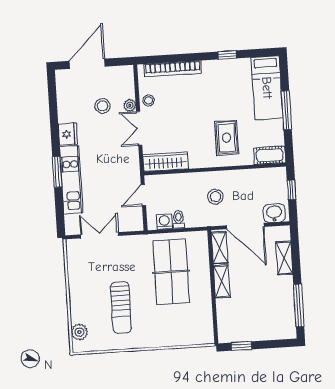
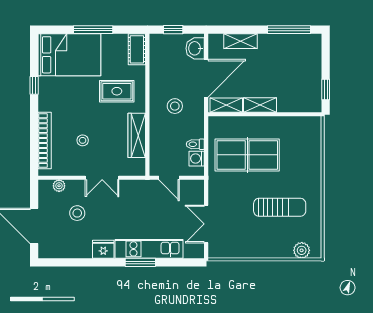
bed: (267, 88) -> (69, 55), width x1.50
stool: (149, 100) -> (83, 140), moved
plant: (130, 105) -> (59, 186), moved
wardrobe: (166, 162) -> (137, 135), moved

